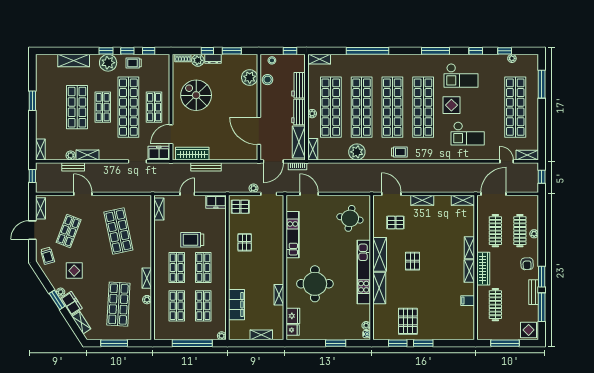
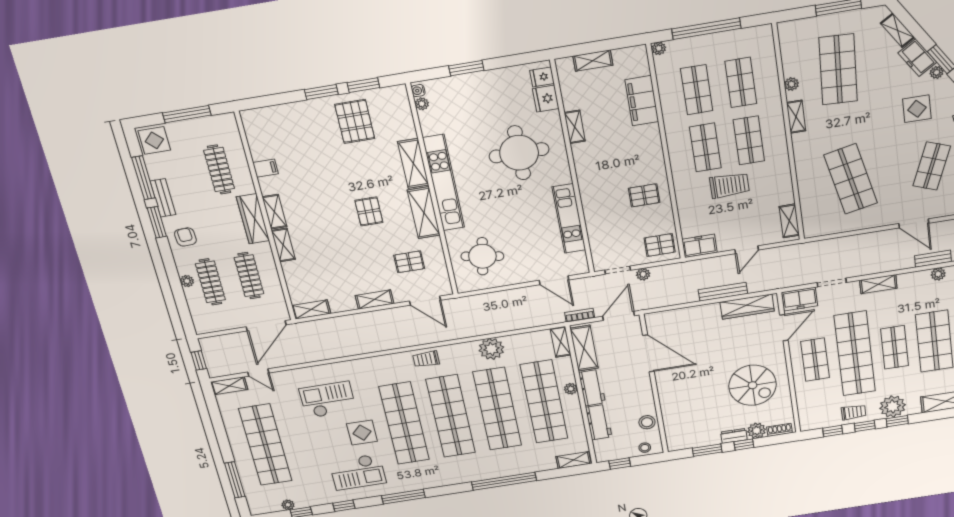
checkout: (461, 76) -> (358, 472), turned 180
plant: (250, 77) -> (675, 421), removed
shelving: (87, 155) -> (878, 284), moved
pallet: (245, 242) -> (644, 195), turned 90

